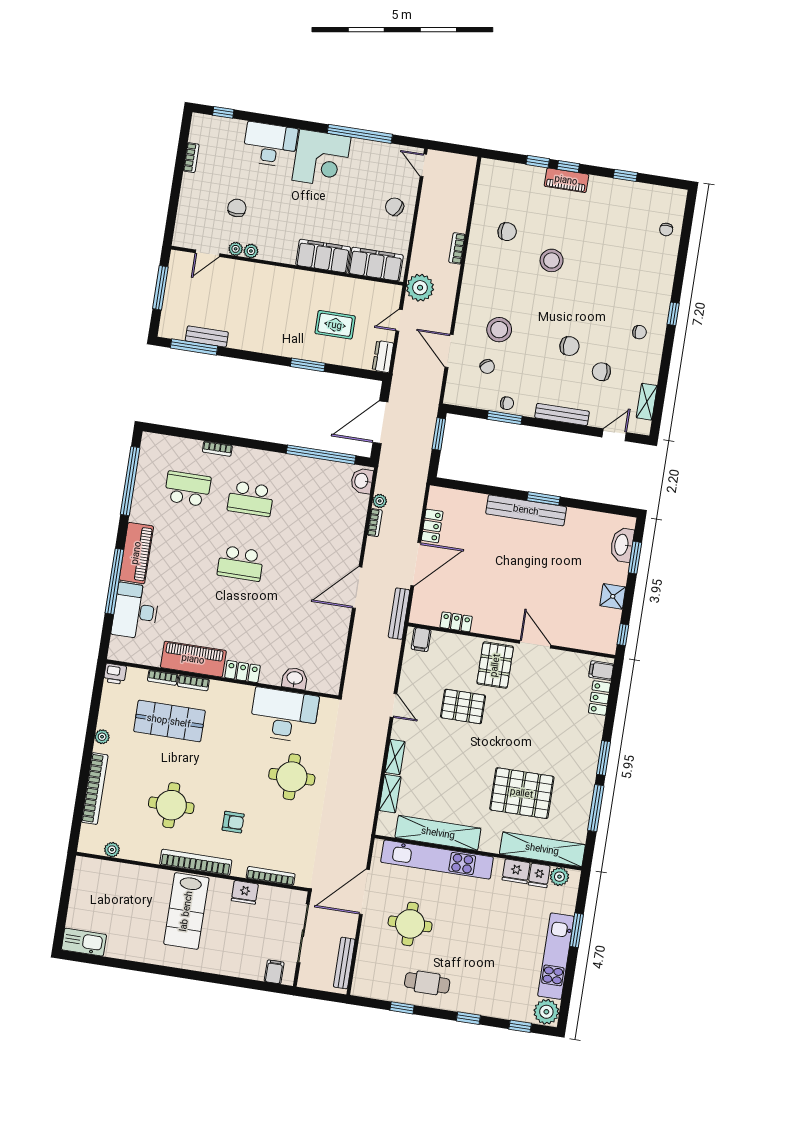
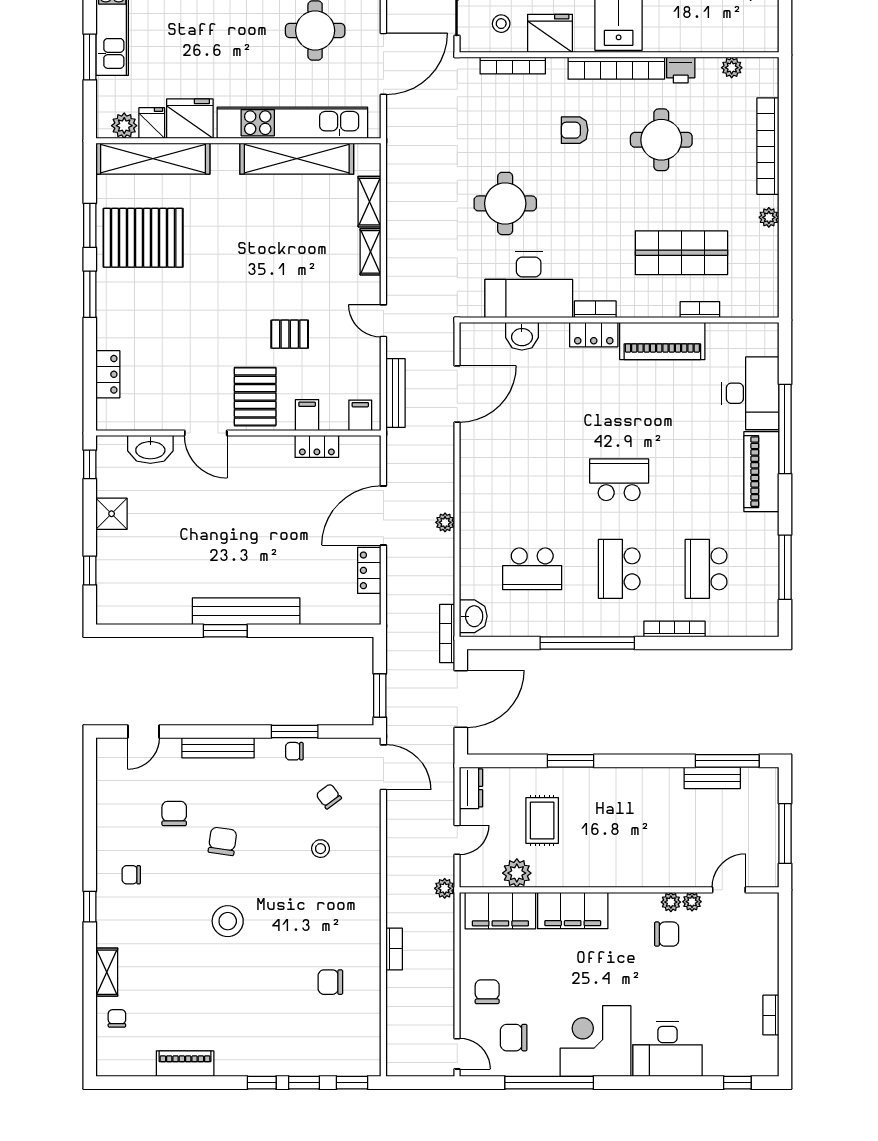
chair: (380, 171) -> (514, 1038), added
window: (625, 175) -> (352, 1083), moved
piano: (566, 180) -> (185, 1064), moved
chair: (394, 207) -> (487, 992), turned -117
chair: (237, 208) -> (667, 934), moved, turned -90
stool: (552, 260) -> (228, 921), moved
plant: (420, 288) -> (445, 888), width x0.53, depth x0.53
plant: (359, 290) -> (517, 873), added
rug: (335, 325) -> (542, 820), turned 90
stool: (499, 330) -> (320, 849), width x0.53, depth x0.53
chair: (569, 346) -> (223, 841), turned 98
door: (449, 351) -> (383, 767), moved
chair: (601, 372) -> (174, 814), turned -90
shelving: (647, 402) -> (107, 972), moved
bookcase: (217, 449) -> (674, 629), width x1.56
window: (321, 455) -> (587, 643), moved
window: (130, 481) -> (785, 567), width x0.68
school desk: (188, 489) -> (706, 569), turned 90
school desk: (251, 499) -> (619, 569), turned -90
plant: (380, 501) -> (445, 522), moved
school desk: (314, 509) -> (532, 569), added
bookcase: (375, 523) -> (447, 634), moved, width x1.56
washbasin: (622, 545) -> (150, 449), moved, turned 90
window: (635, 558) -> (90, 571), width x0.67
door: (357, 588) -> (457, 394), moved
bench: (399, 614) -> (395, 393), moved
filing cabinet: (601, 671) -> (307, 415), moved, turned -90
printer: (115, 674) -> (681, 70), moved, turned 180
bookcase: (193, 683) -> (595, 309), moved
pallet: (463, 706) -> (290, 334), width x0.67, depth x0.71
pallet: (522, 793) -> (143, 238), moved
window: (596, 808) -> (90, 225), width x0.69
fridge: (516, 871) -> (190, 119), width x1.36, depth x1.34
fridge: (245, 892) -> (550, 33), width x1.36, depth x1.34
stool: (274, 908) -> (501, 24), added

